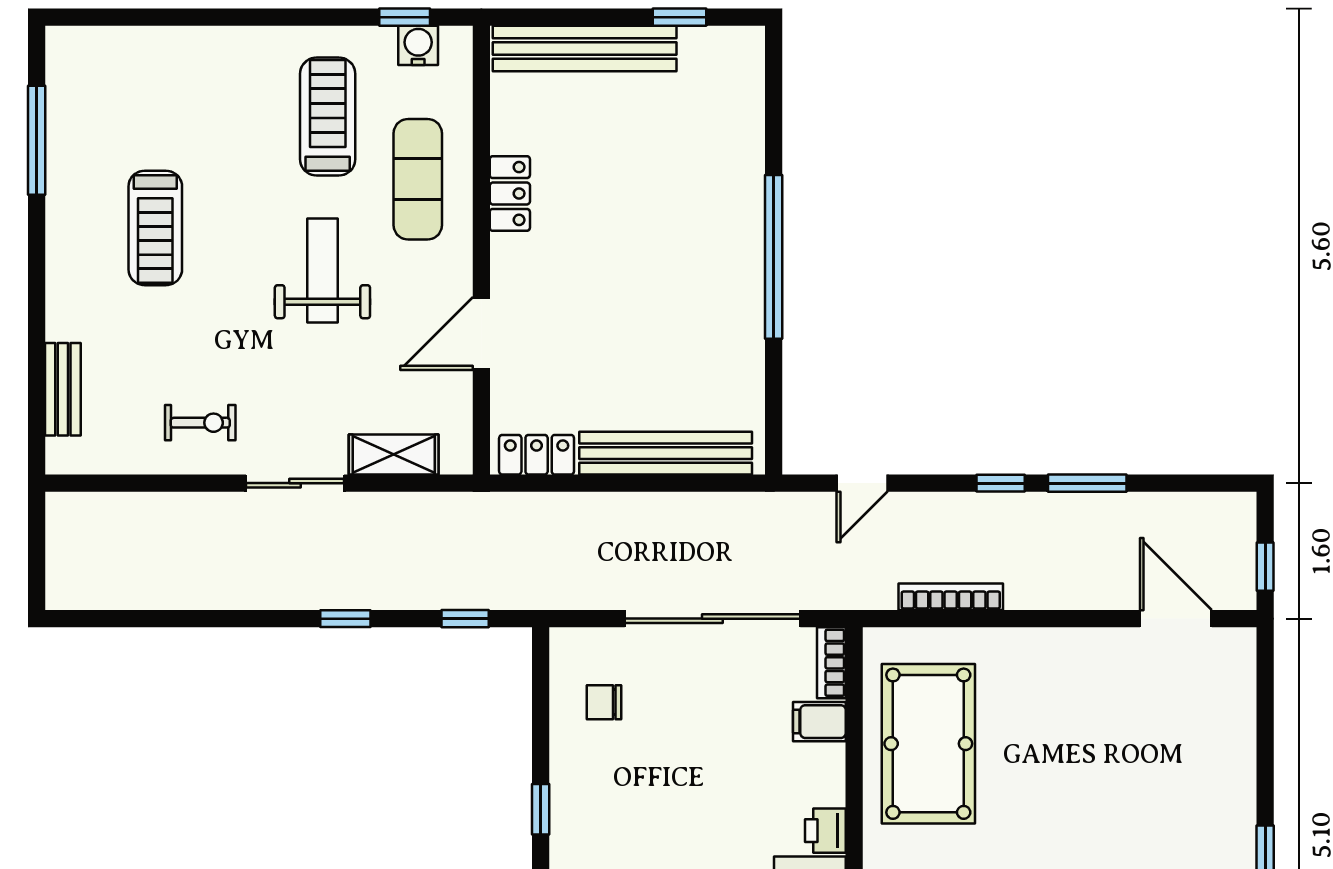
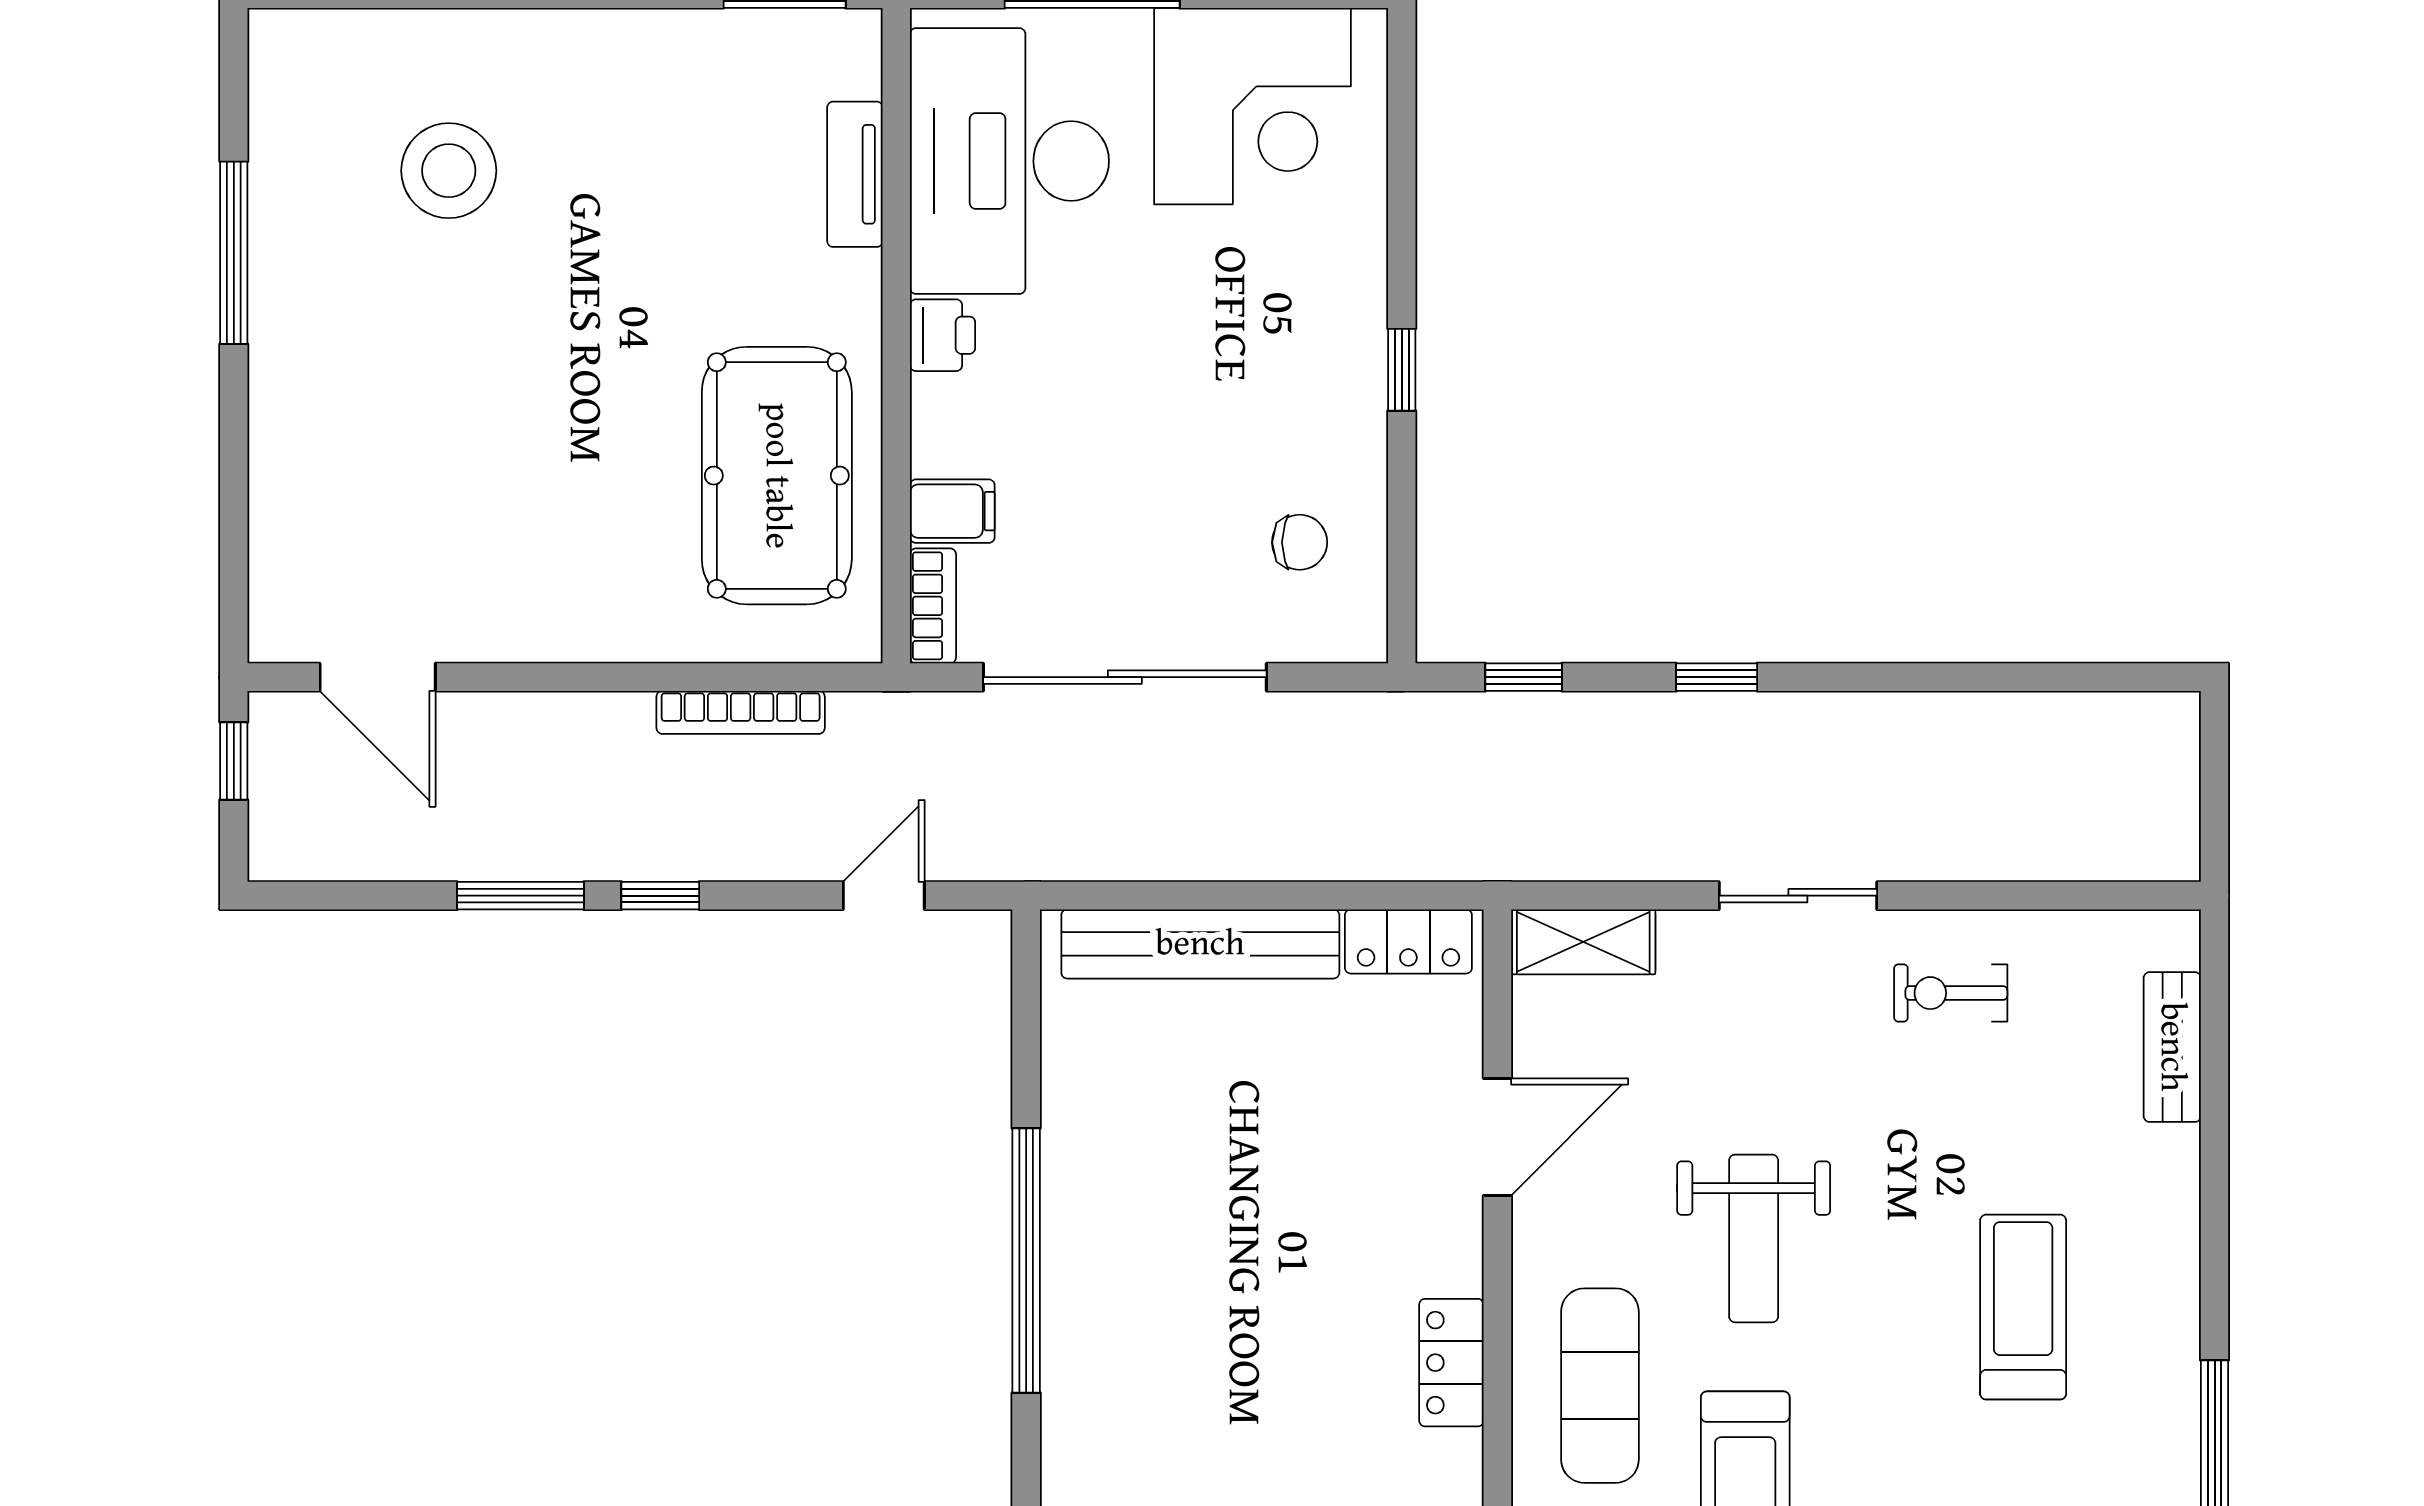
shelving: (394, 454) -> (1583, 942), moved

